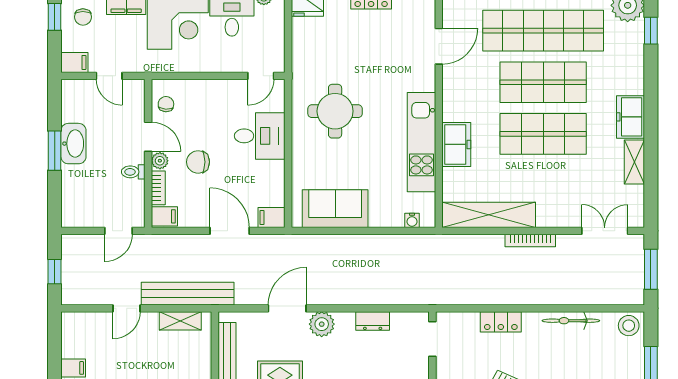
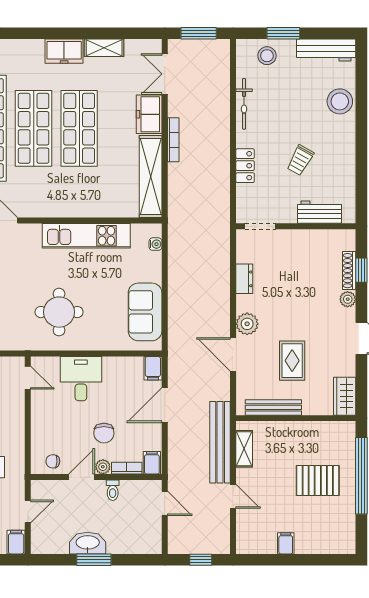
freezer: (456, 144) -> (149, 114), moved, turned -90
stool: (629, 326) -> (267, 56), moved

